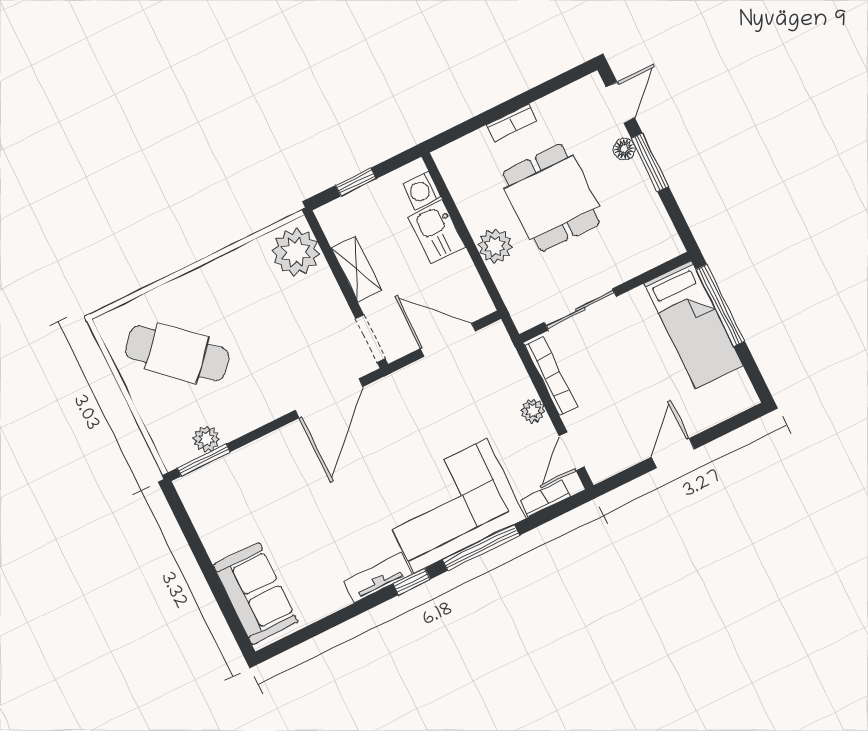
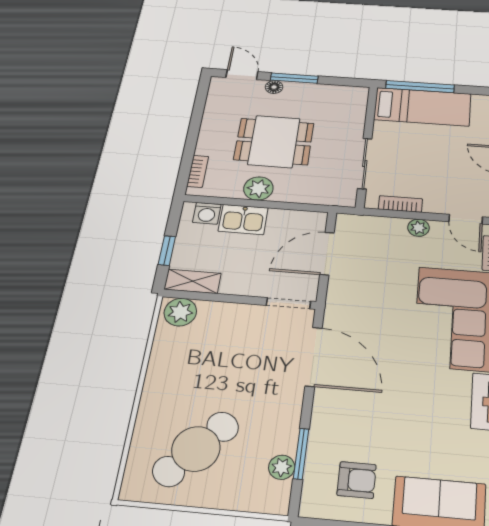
bookcase: (512, 123) -> (198, 171), moved
plant: (495, 246) -> (258, 188), moved
plant: (296, 252) -> (180, 312), width x0.73, depth x0.73
shelving: (356, 269) -> (193, 281), moved
bookcase: (551, 376) -> (400, 204), width x0.64
window: (204, 460) -> (301, 454), moved
armchair: (235, 510) -> (357, 480), added

